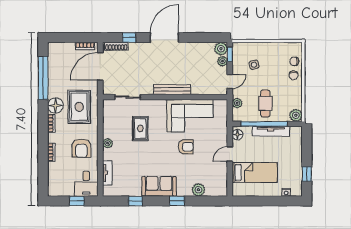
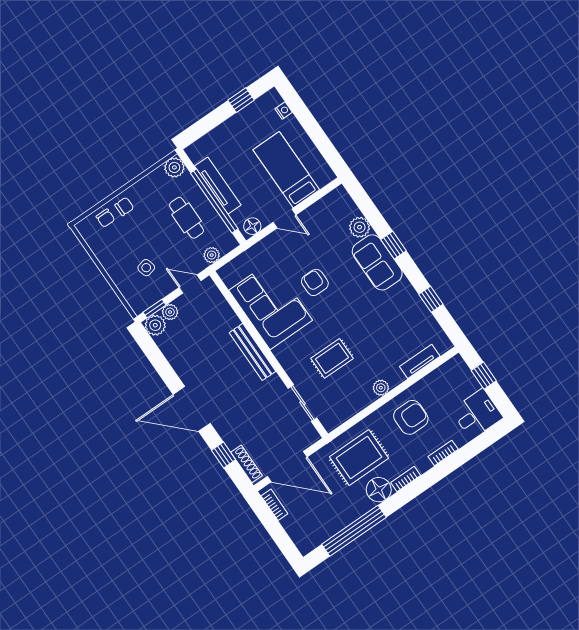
cafe table: (265, 103) -> (187, 218), turned 90
desk: (86, 184) -> (477, 414), moved
sofa: (159, 186) -> (377, 262), moved

